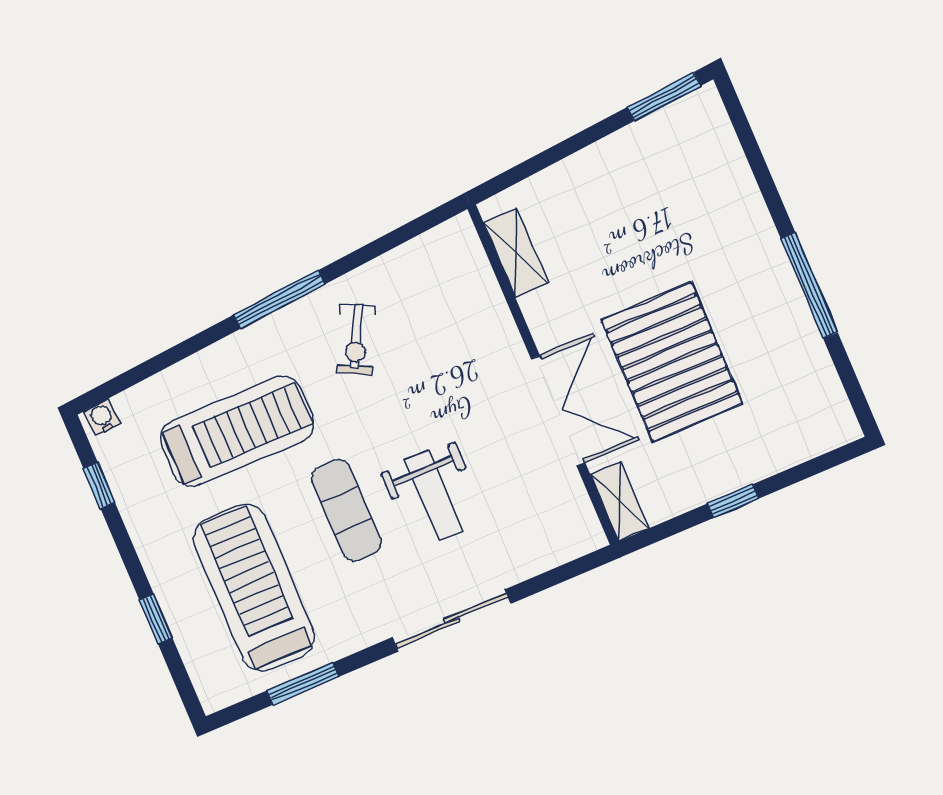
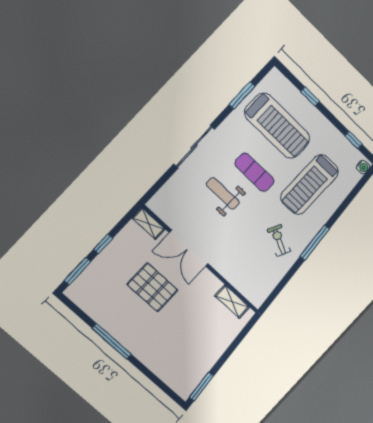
pallet: (672, 362) -> (152, 287), width x0.73, depth x0.71
window: (812, 467) -> (77, 271), added

